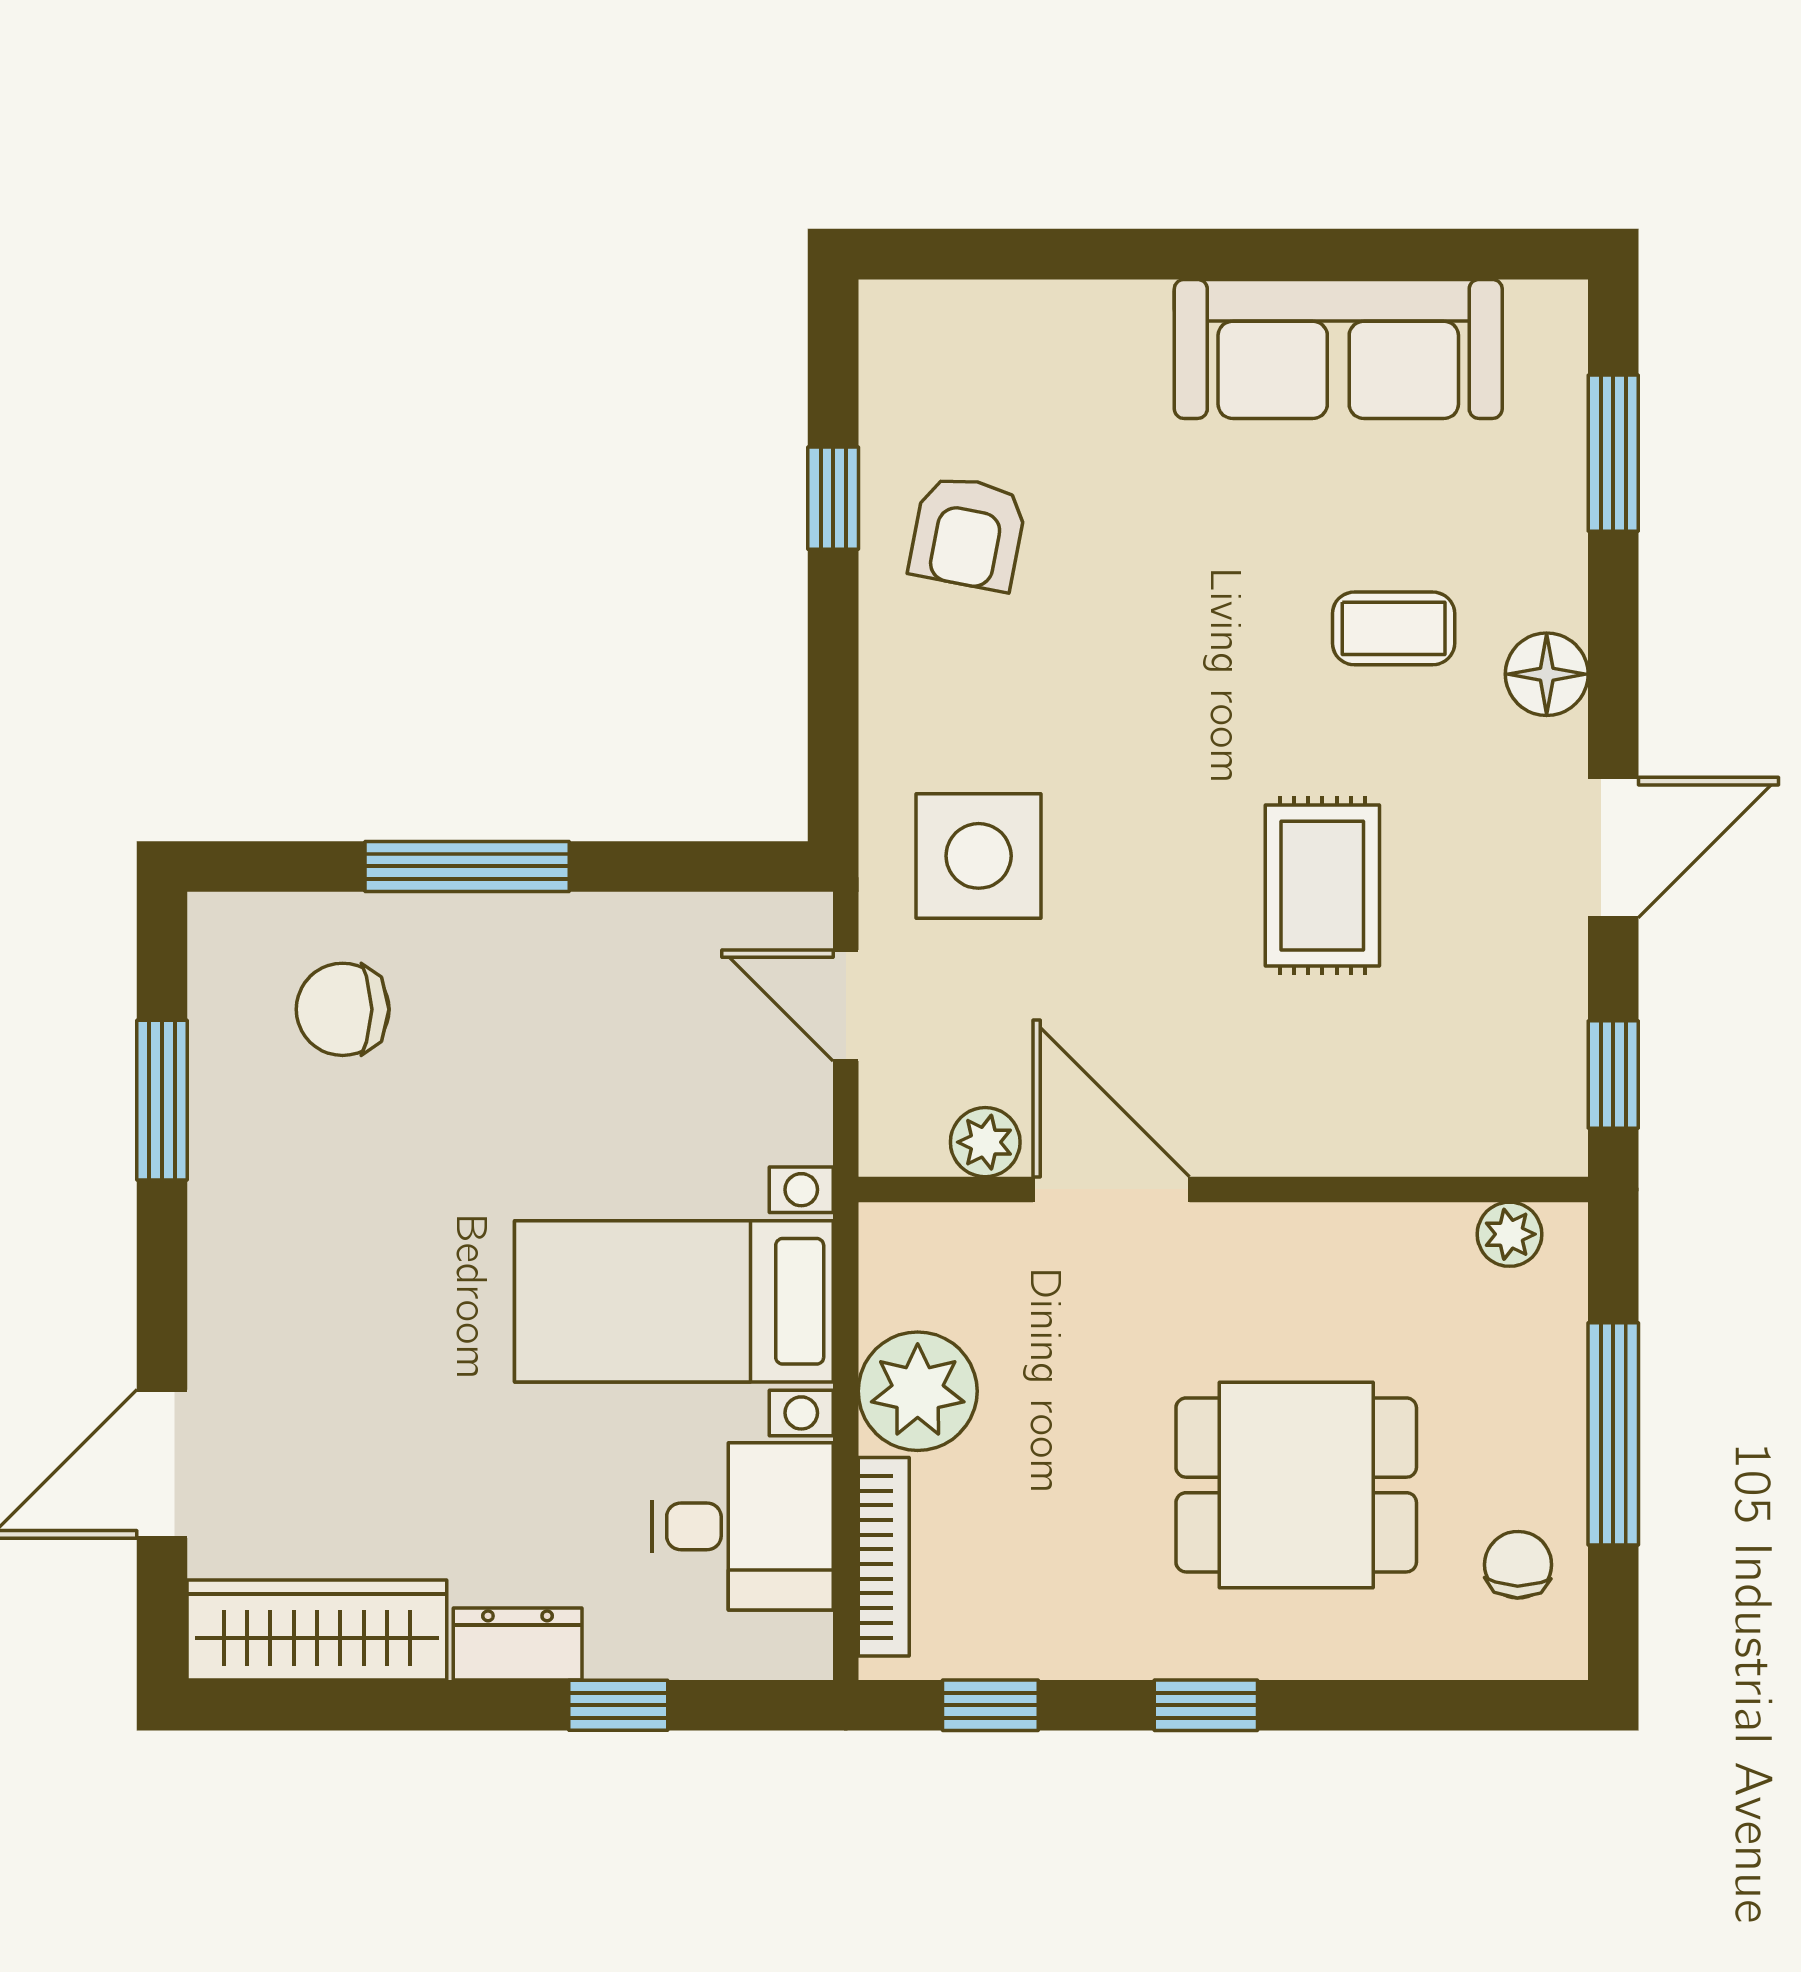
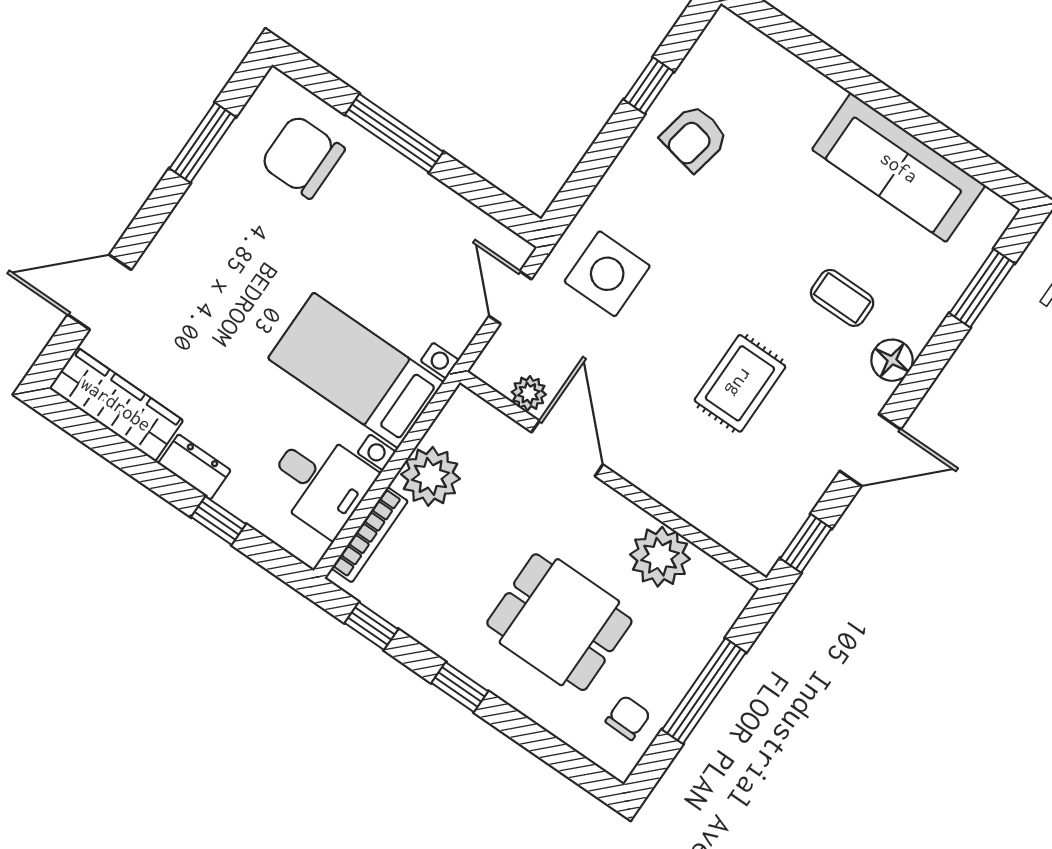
chair: (343, 1009) -> (302, 157), width x1.37, depth x1.37
plant: (1510, 1234) -> (660, 557), moved, width x1.88, depth x1.88

